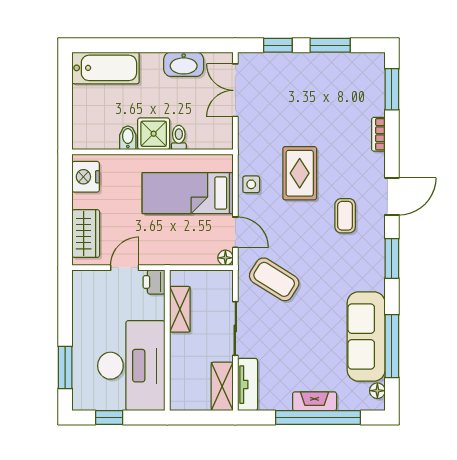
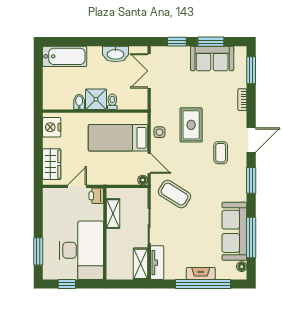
sofa: (332, 71) -> (212, 58), added

